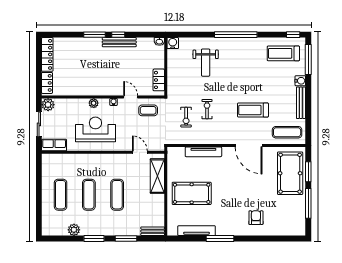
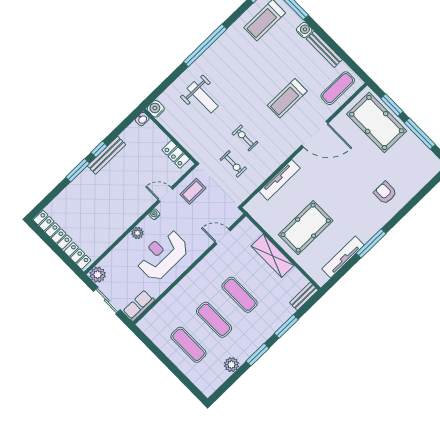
shelving: (157, 176) -> (272, 256), moved

